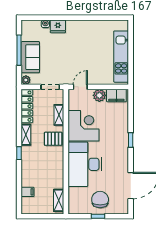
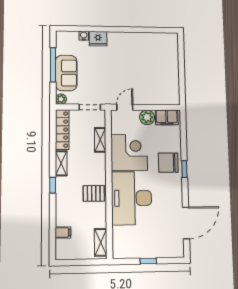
kitchen unit: (121, 57) -> (171, 73), removed
pallet: (53, 139) -> (94, 193), moved
chair: (100, 200) -> (168, 163), moved, turned -90

